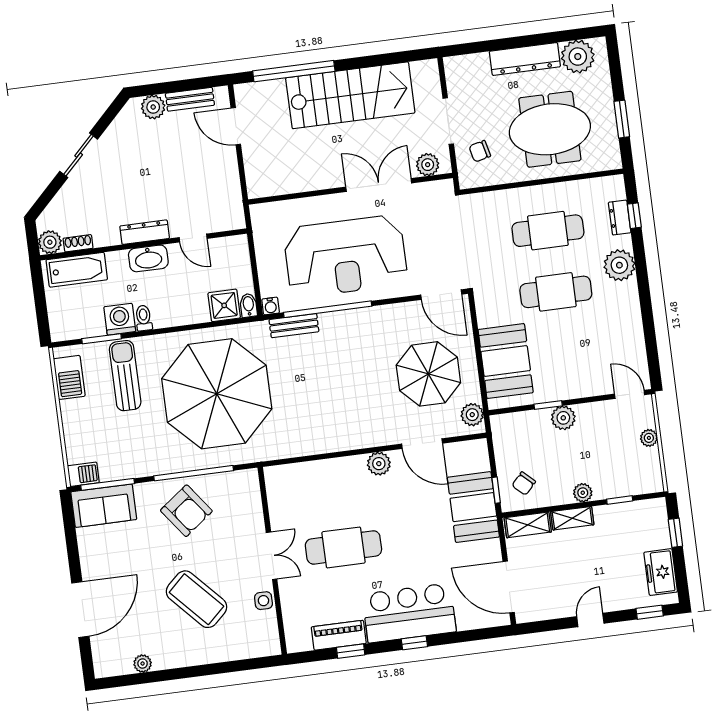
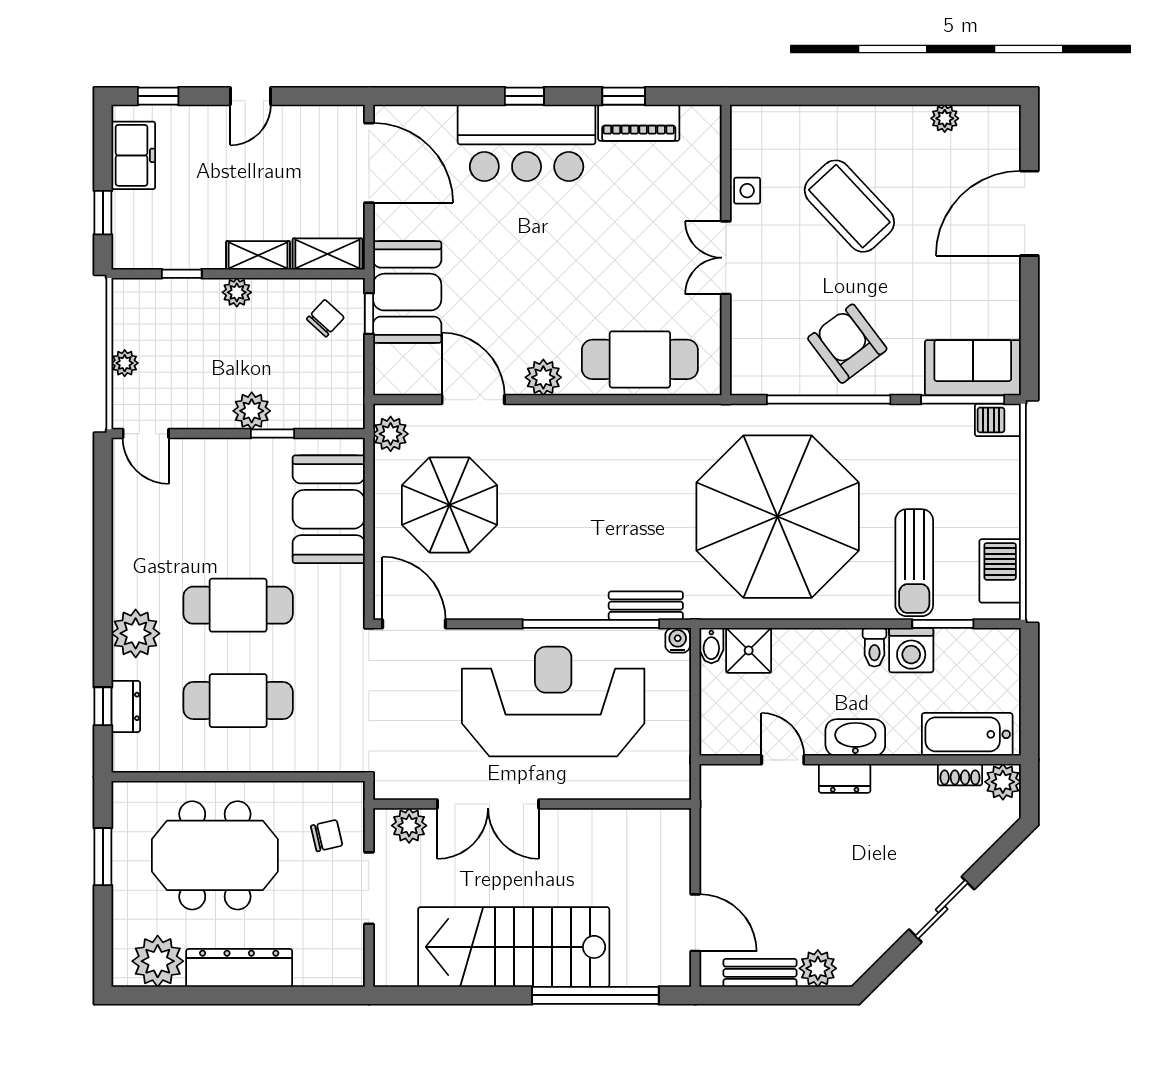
dresser: (145, 232) -> (845, 778), width x0.70
cafe table: (343, 547) -> (640, 359), moved

